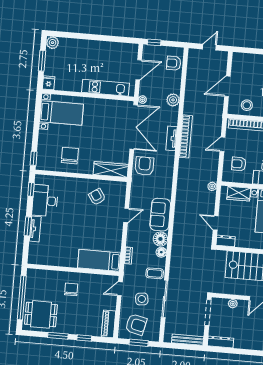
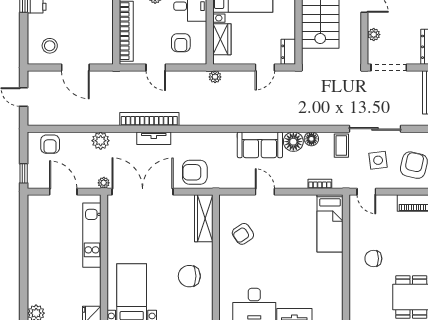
stool: (247, 105) -> (50, 46), moved

